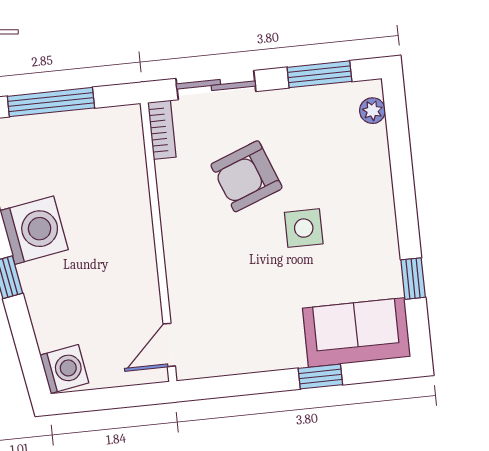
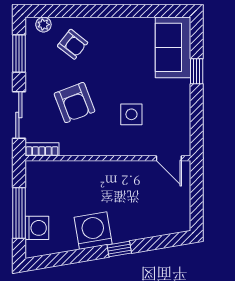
armchair: (344, 163) -> (73, 44), added
side table: (304, 228) -> (131, 114), moved
window: (413, 279) -> (145, 11), removed
washing machine: (64, 369) -> (37, 228), moved, turned 100

